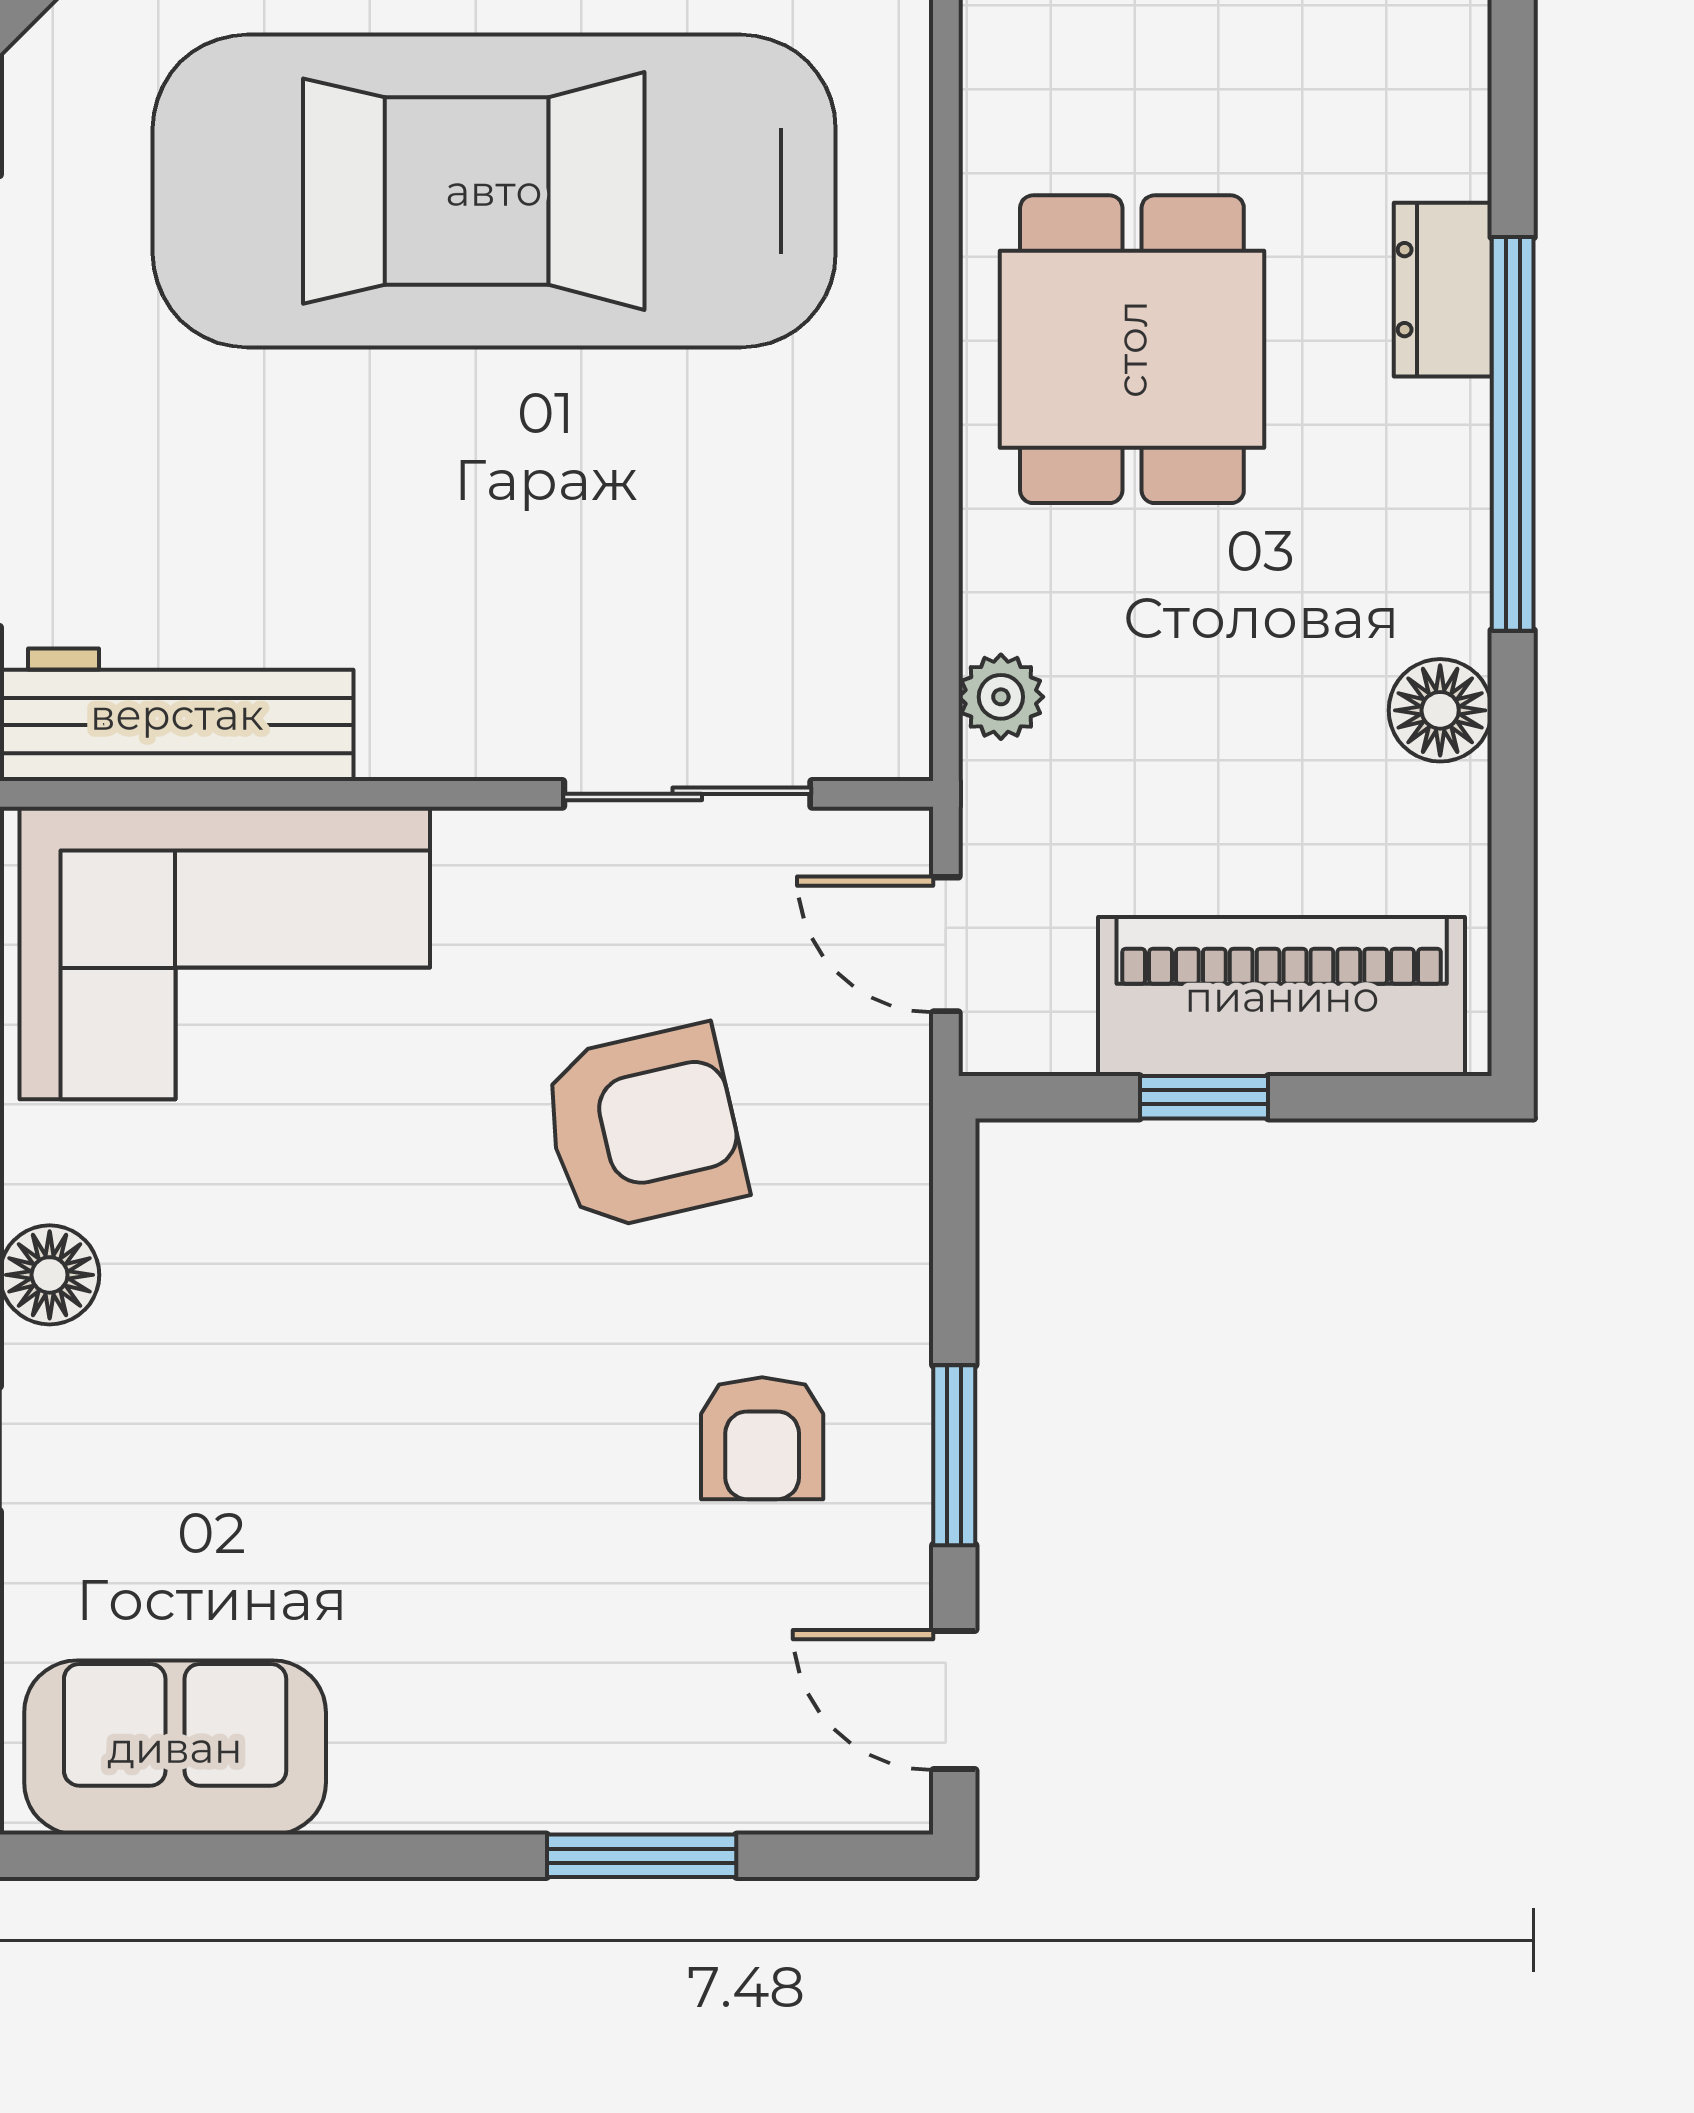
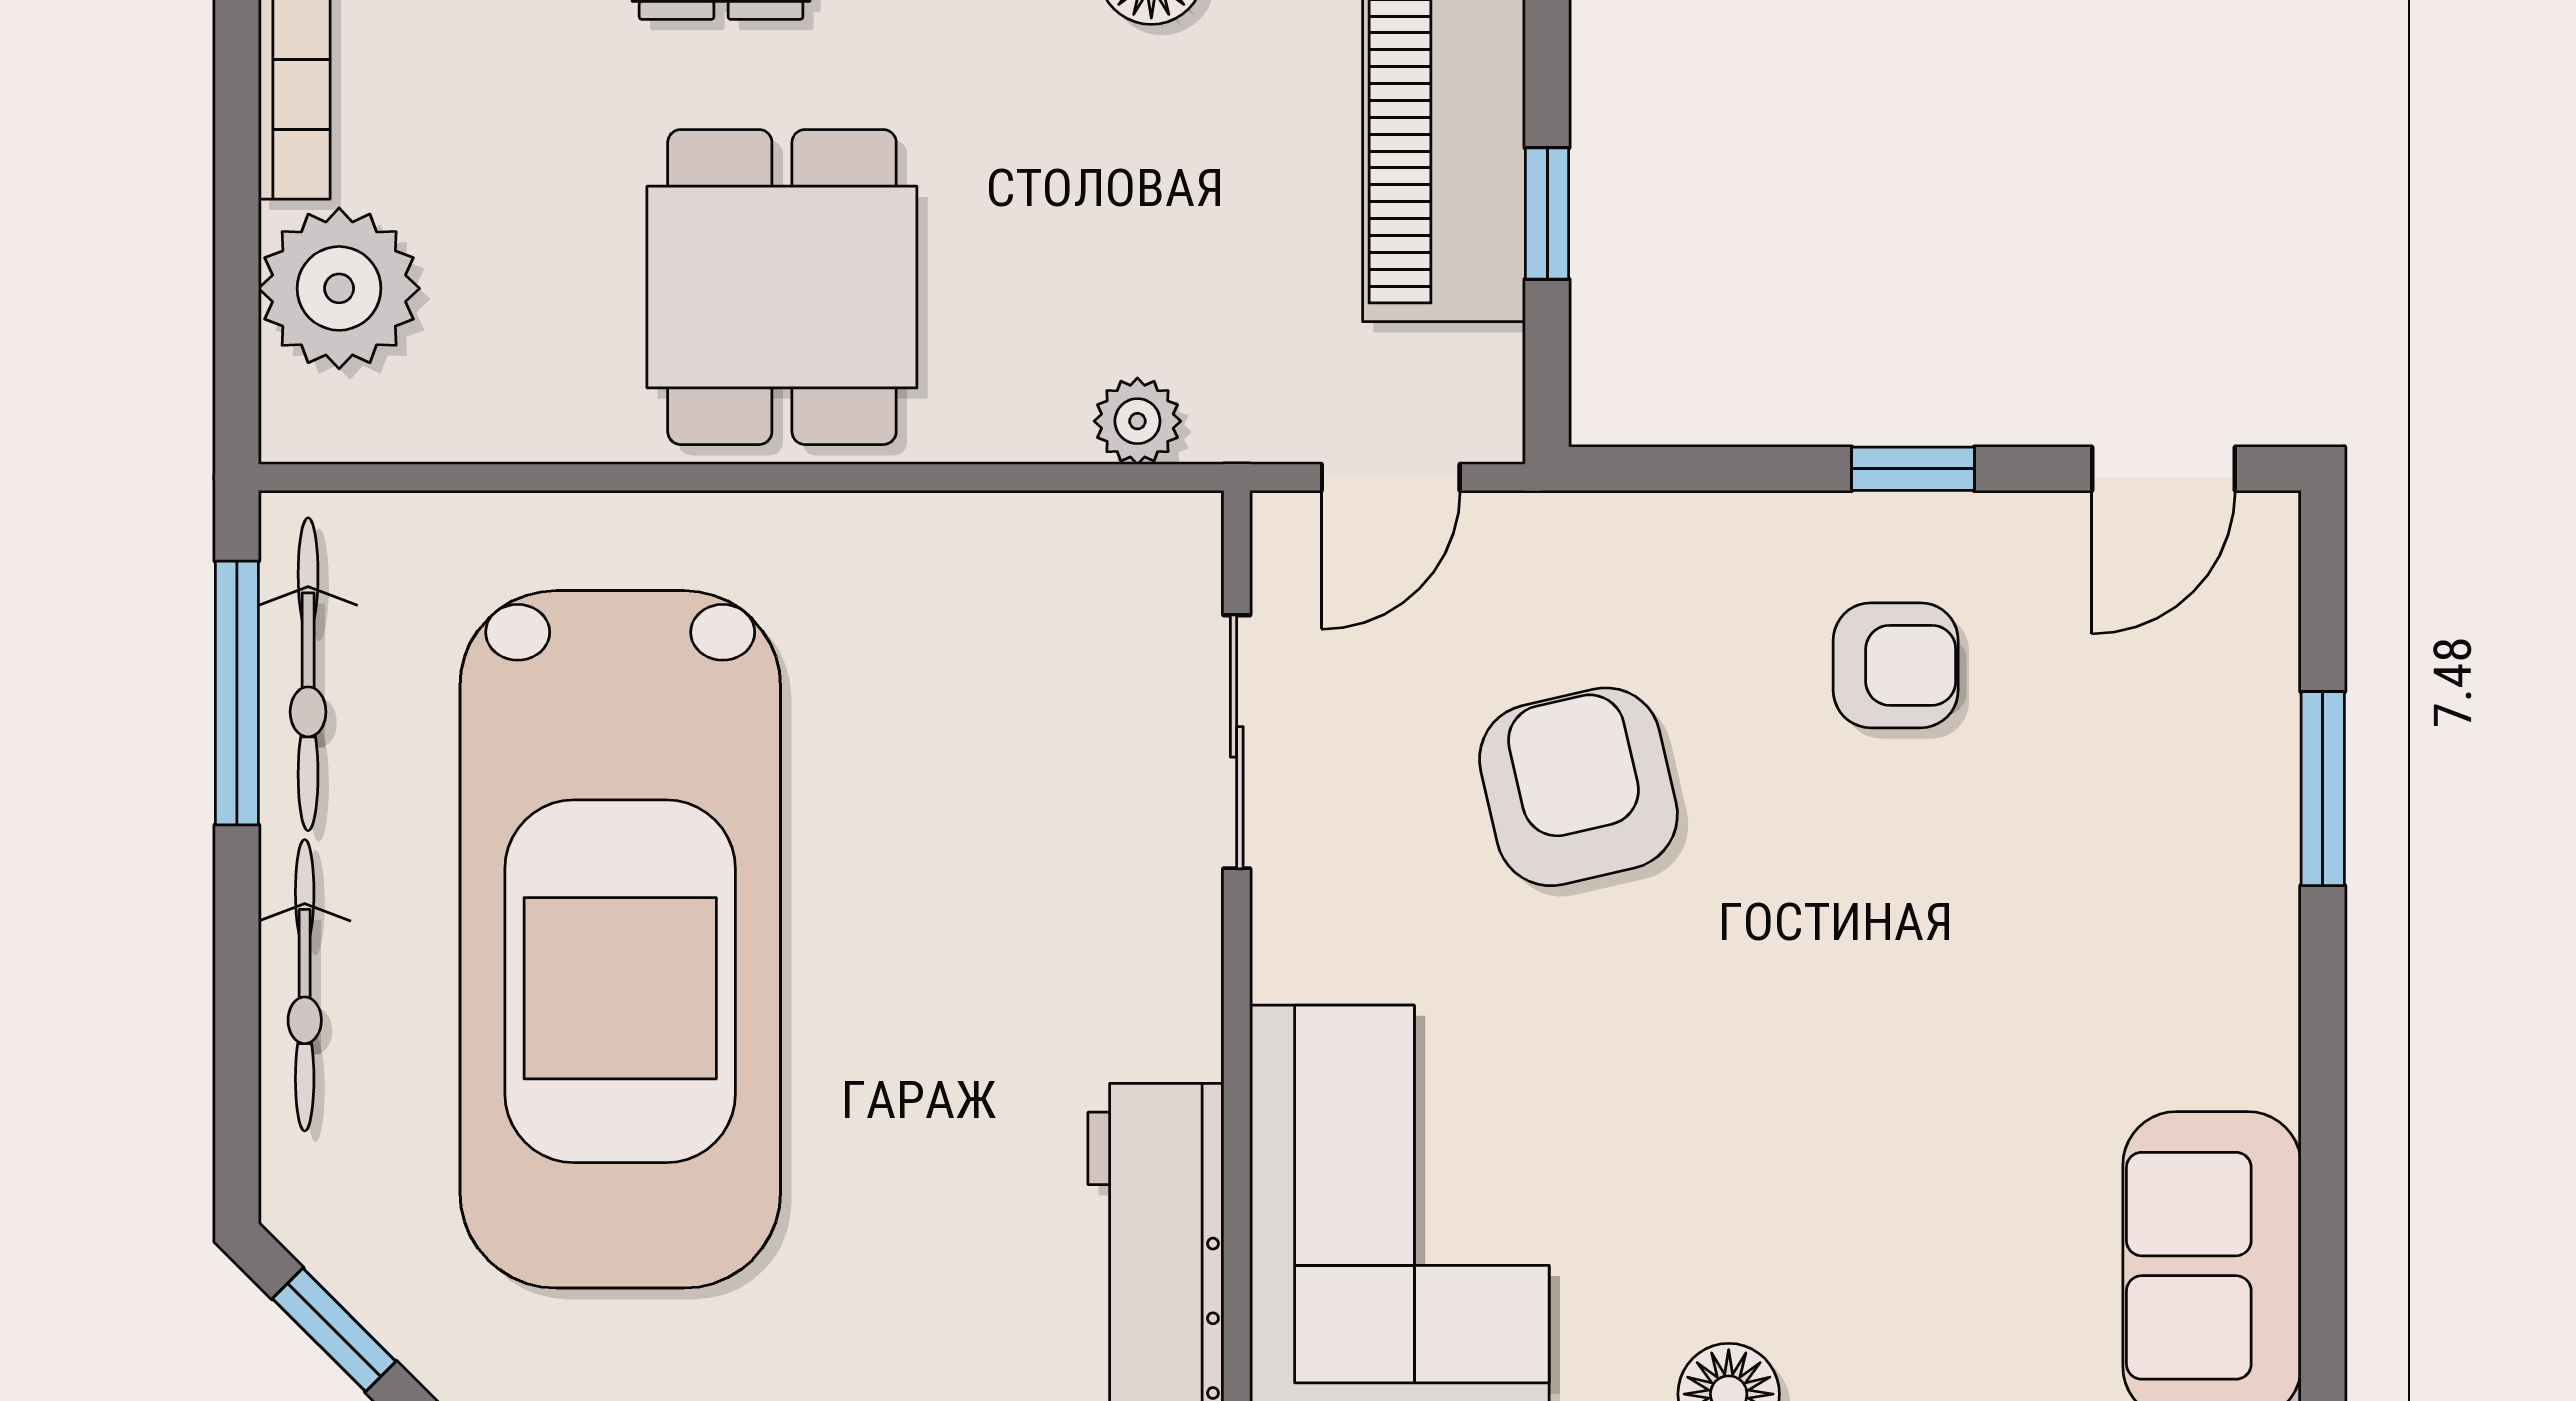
dining table: (1132, 349) -> (782, 287), turned 90
window: (954, 1455) -> (1913, 469), width x0.67

